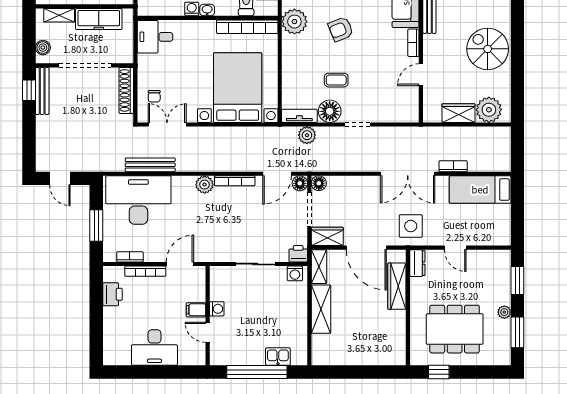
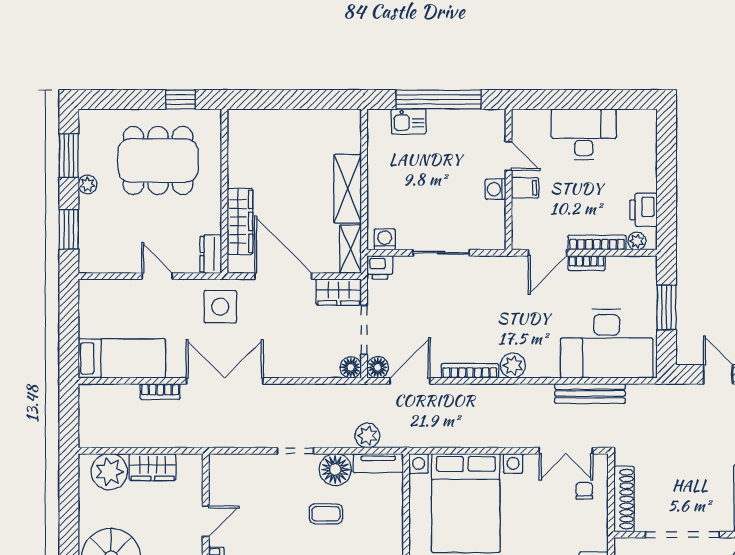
bookcase: (130, 257) -> (587, 263), moved
plant: (117, 272) -> (637, 241), added

